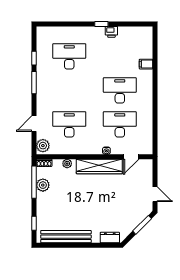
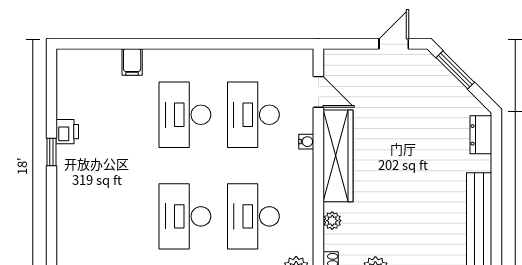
desk: (69, 56) -> (185, 216), moved

